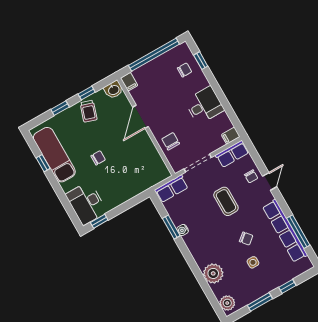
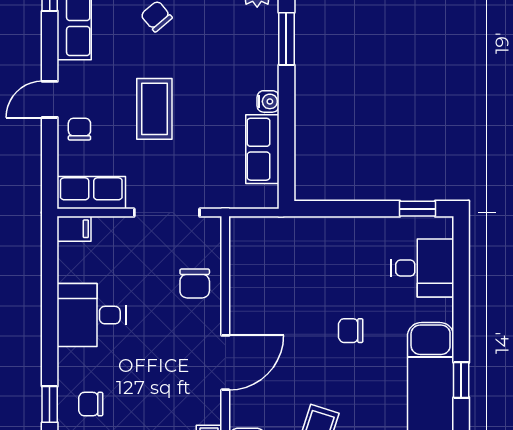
row of seats: (171, 189) -> (262, 149), moved, turned -90
desk: (86, 203) -> (422, 268), width x0.73
window: (171, 227) -> (286, 39), moved

